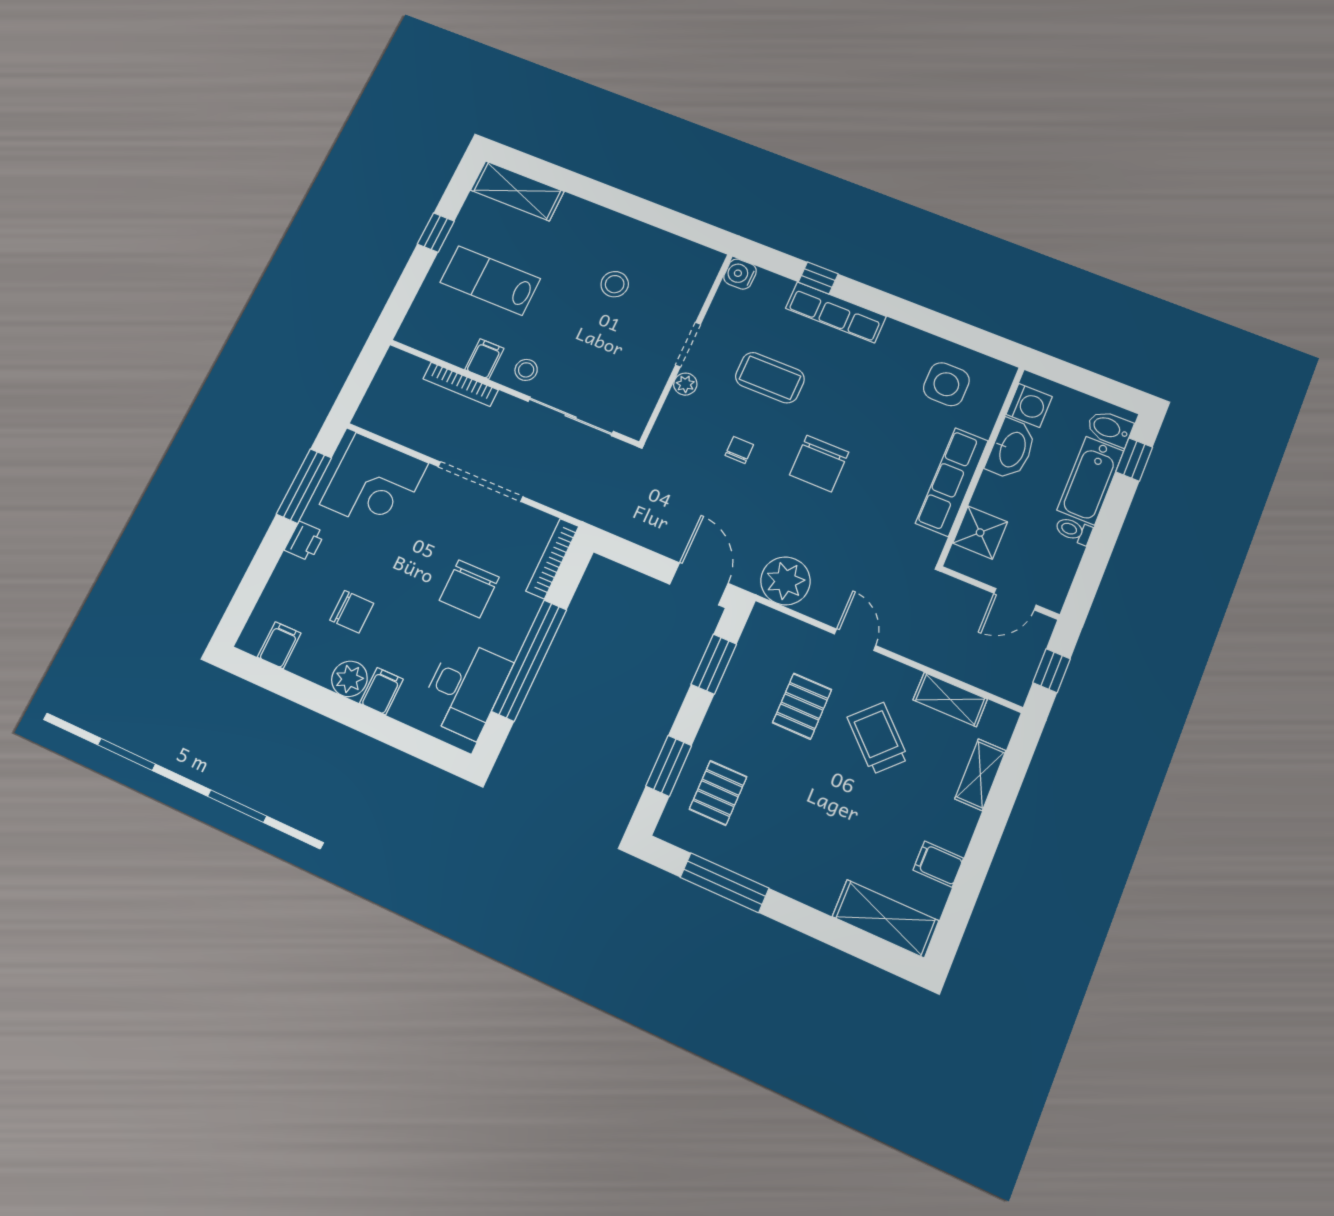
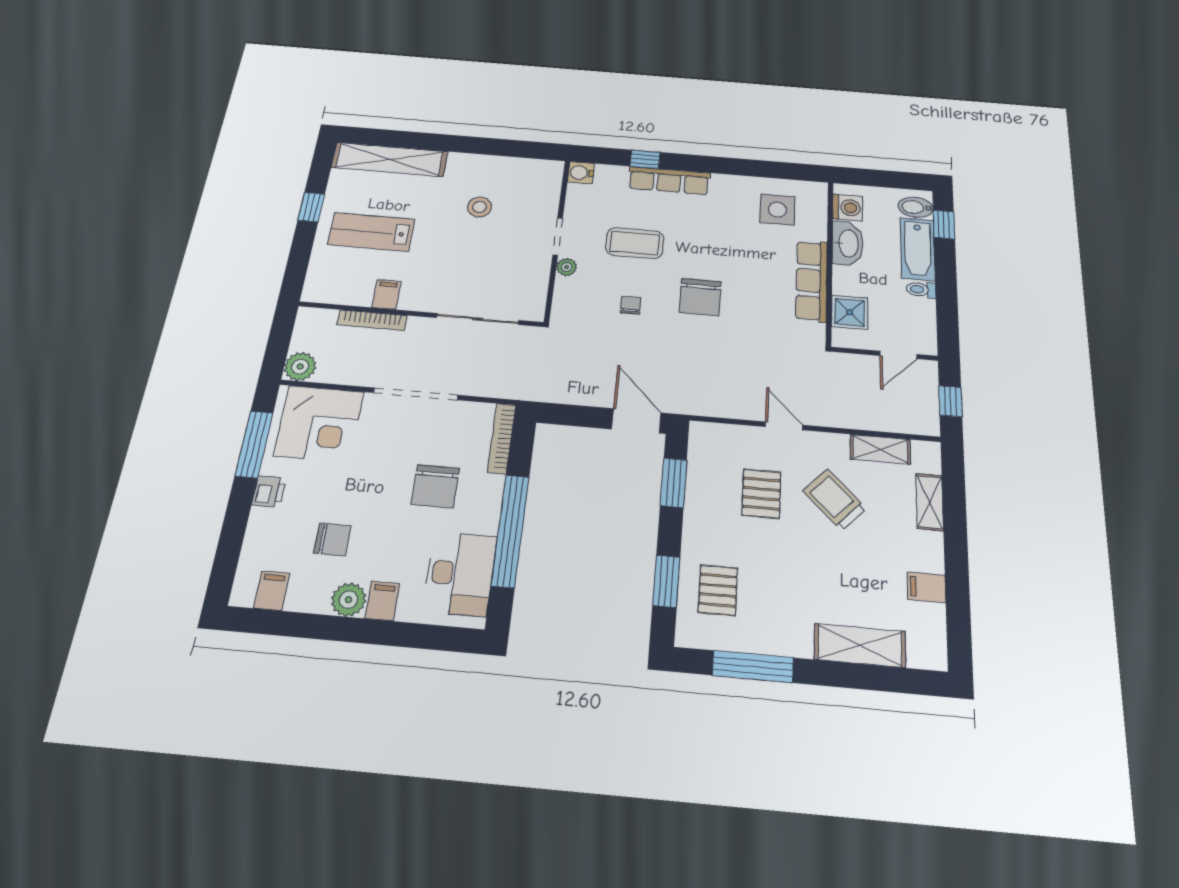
shelving: (517, 191) -> (390, 159), width x1.47
stool: (526, 370) -> (426, 293), removed
plant: (785, 581) -> (300, 367), moved, width x0.73, depth x0.73
shelving: (885, 919) -> (860, 645), moved

